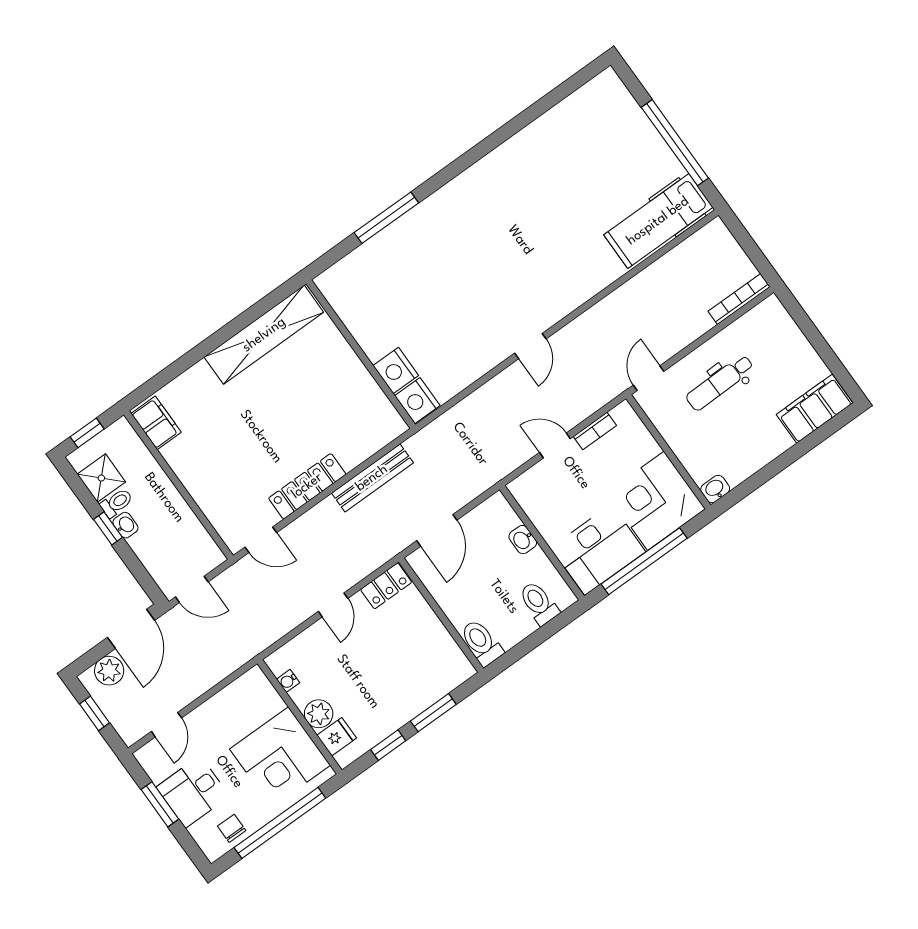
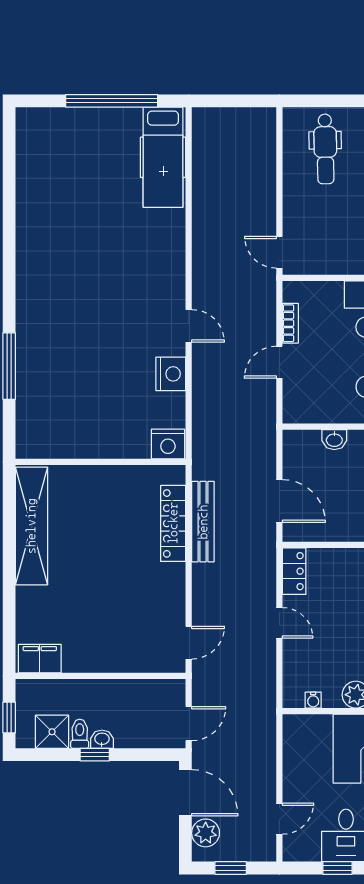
bookcase: (739, 299) -> (268, 138), removed
nightstand: (396, 371) -> (171, 374), moved, turned -90
dental chair: (720, 383) -> (325, 149), moved
locker: (307, 486) -> (173, 523), moved
door: (166, 725) -> (279, 819), hinge flipped
window: (160, 804) -> (337, 868), width x0.67

